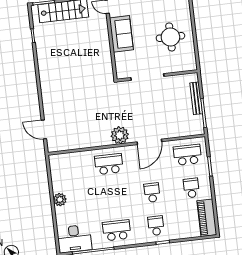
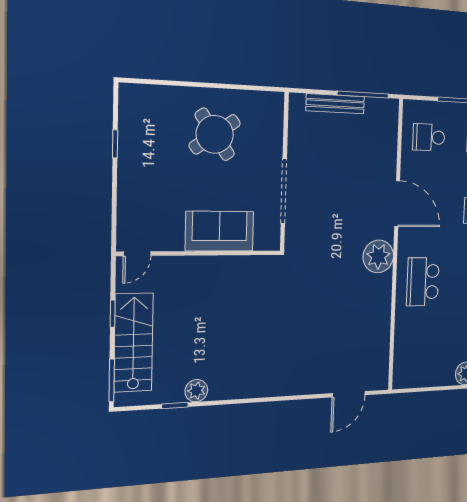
sofa: (121, 34) -> (220, 231), moved
round table: (170, 37) -> (215, 134), turned -35
plant: (41, 46) -> (196, 391), added
school desk: (187, 155) -> (429, 137), width x0.54

